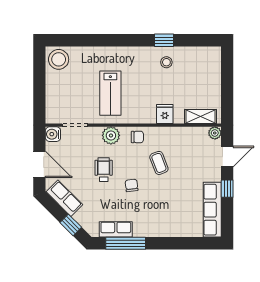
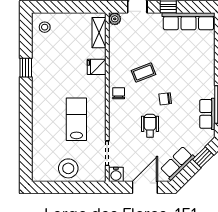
stool: (59, 59) -> (68, 168), moved
stool: (166, 62) -> (45, 27), moved
lab bench: (110, 93) -> (76, 119), turned -90
plant: (111, 135) -> (117, 119), removed
wheelchair: (104, 170) -> (150, 126), turned 90

